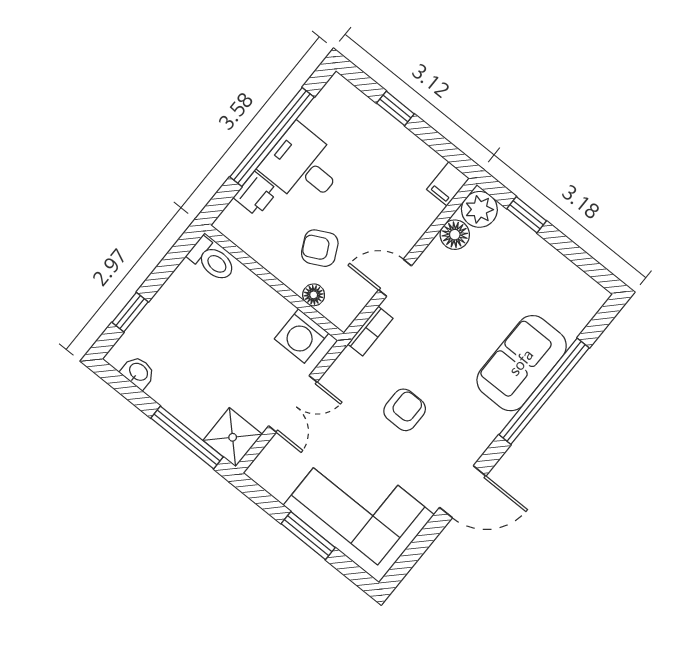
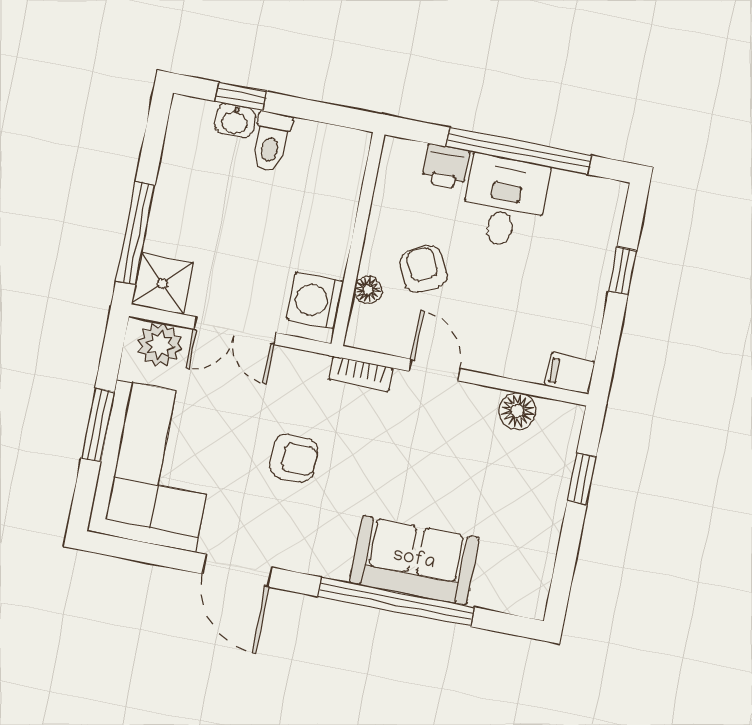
plant: (479, 209) -> (160, 345), moved
toilet: (212, 260) -> (271, 142), moved
washbasin: (138, 372) -> (235, 121), moved, turned 90

